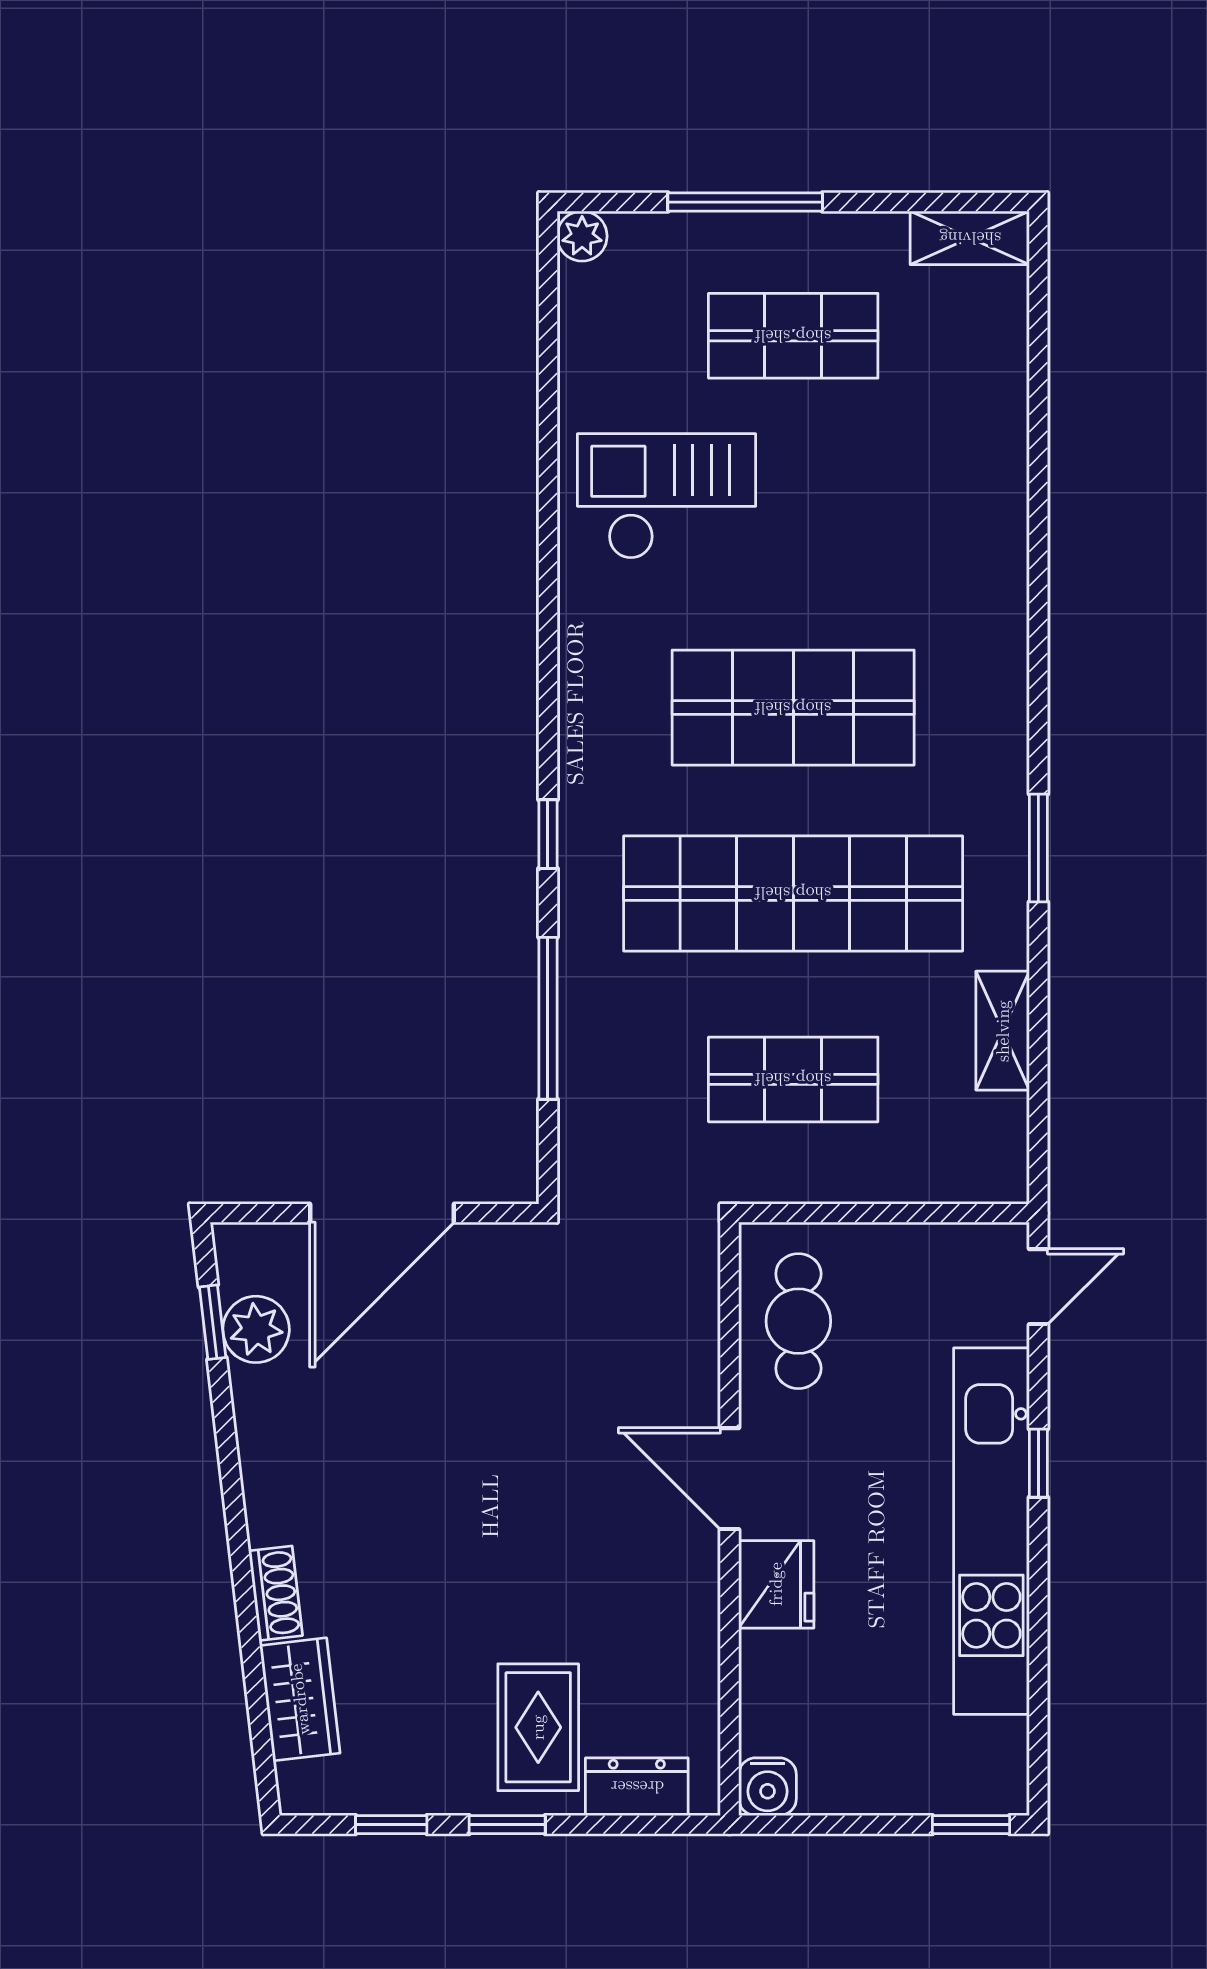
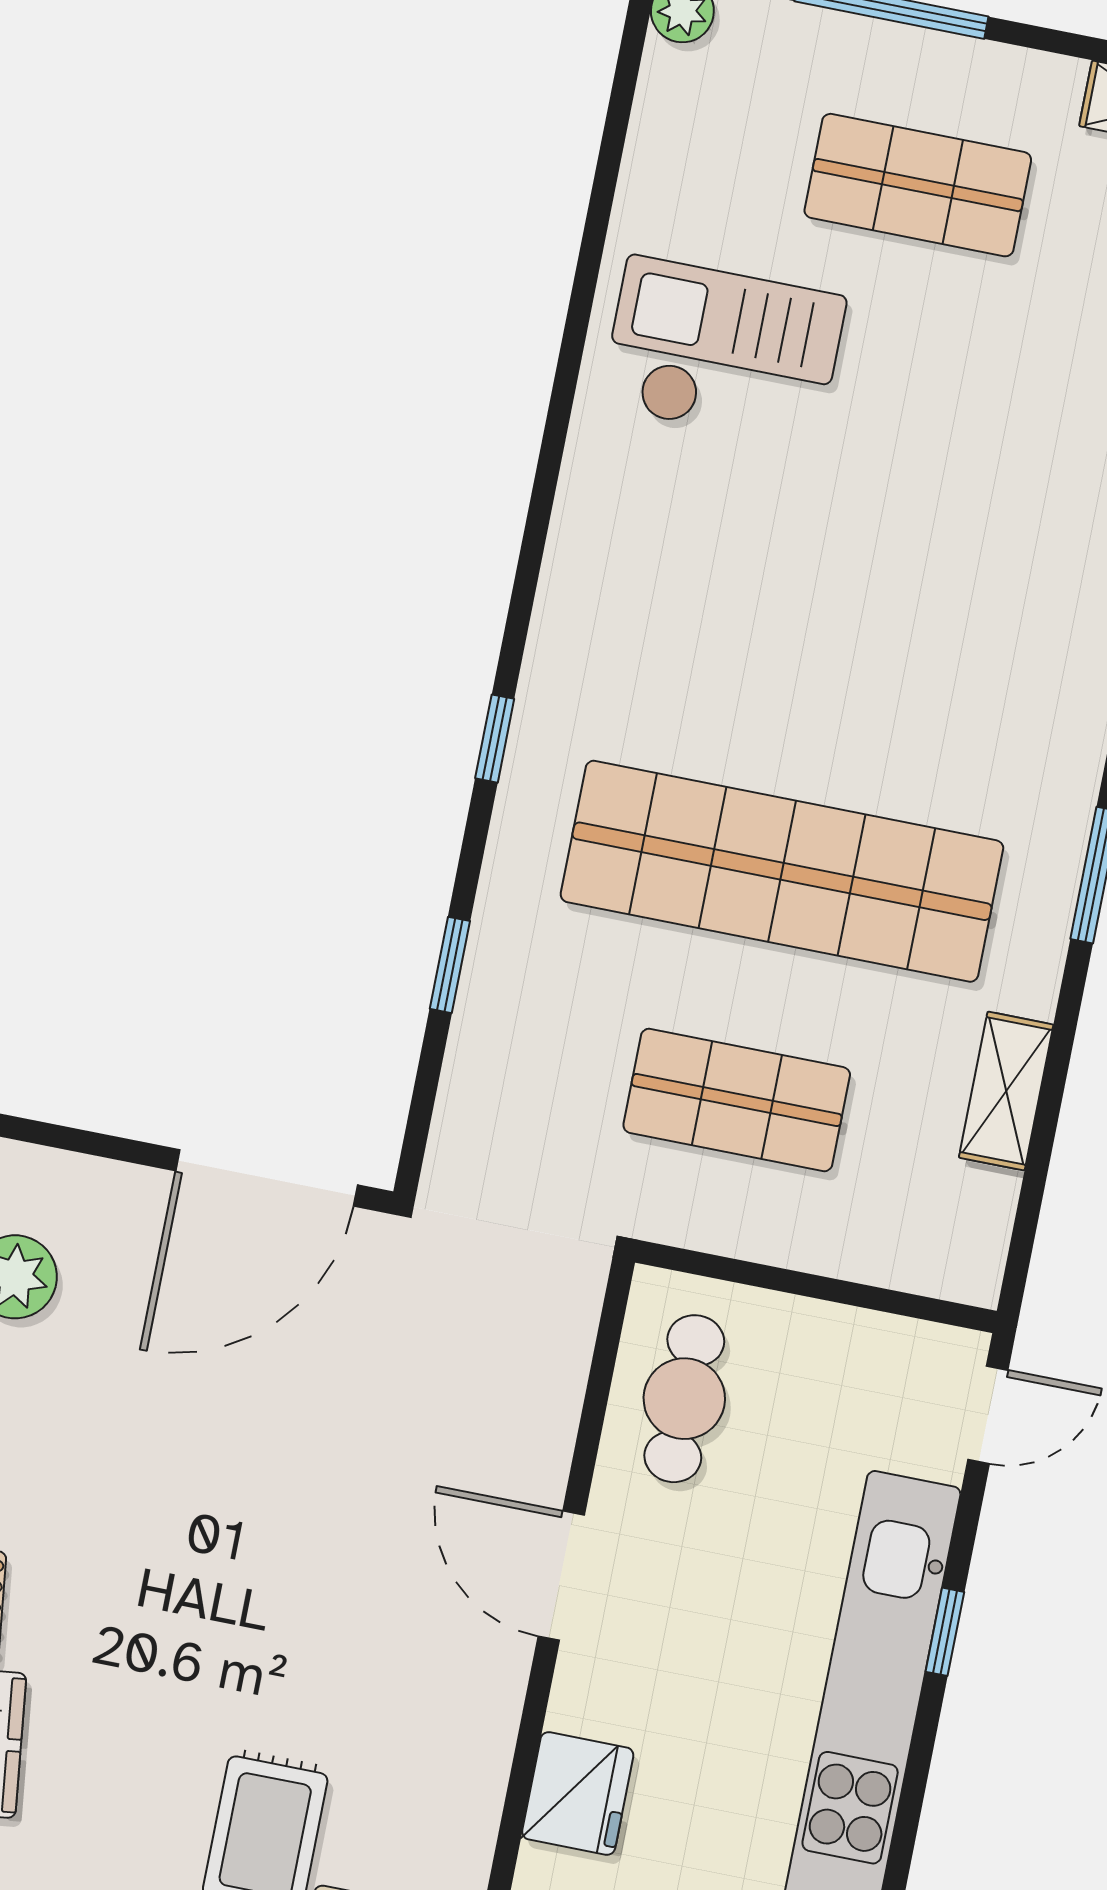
shop shelf: (793, 708) -> (827, 643), removed
window: (548, 1018) -> (450, 965), width x0.46
door: (382, 1213) -> (267, 1178), moved
fridge: (776, 1584) -> (578, 1793), moved

